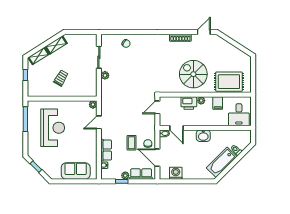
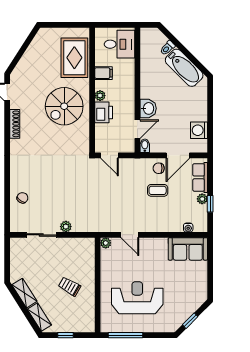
washbasin: (203, 136) -> (148, 108), moved
row of seats: (106, 150) -> (168, 225), removed
sofa: (76, 171) -> (188, 249), moved, turned -90

